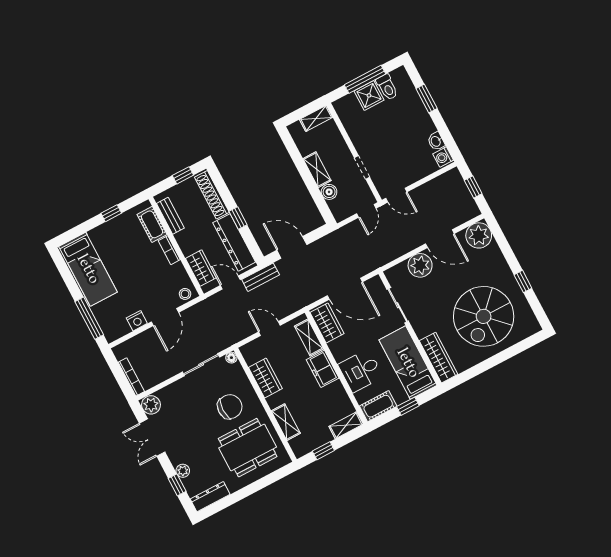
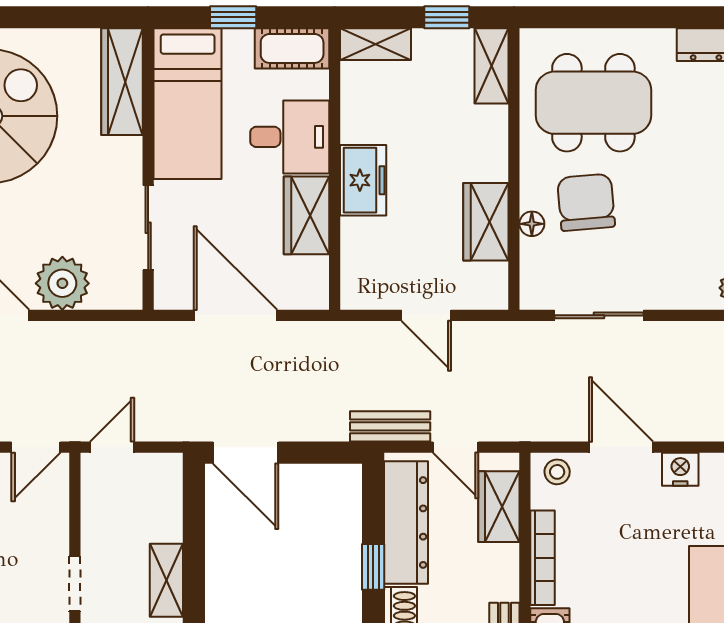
doorway: (362, 167) -> (75, 583), moved
boiler: (329, 192) -> (166, 523), removed
door: (396, 195) -> (36, 447), swing flipped
door: (292, 247) -> (246, 453), moved
bookcase: (169, 250) -> (543, 558), width x1.56
door: (165, 317) -> (621, 447), hinge flipped
wardrobe: (327, 323) -> (307, 215), moved
shelving: (309, 337) -> (357, 256), removed
floor lamp: (231, 358) -> (532, 224), moved
chair: (230, 407) -> (586, 202), turned 85
shelving: (286, 422) -> (492, 66), moved

